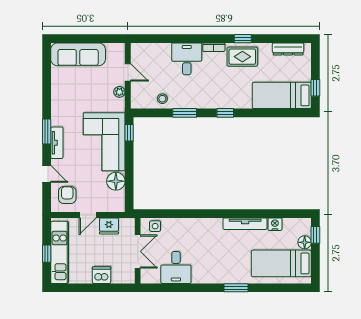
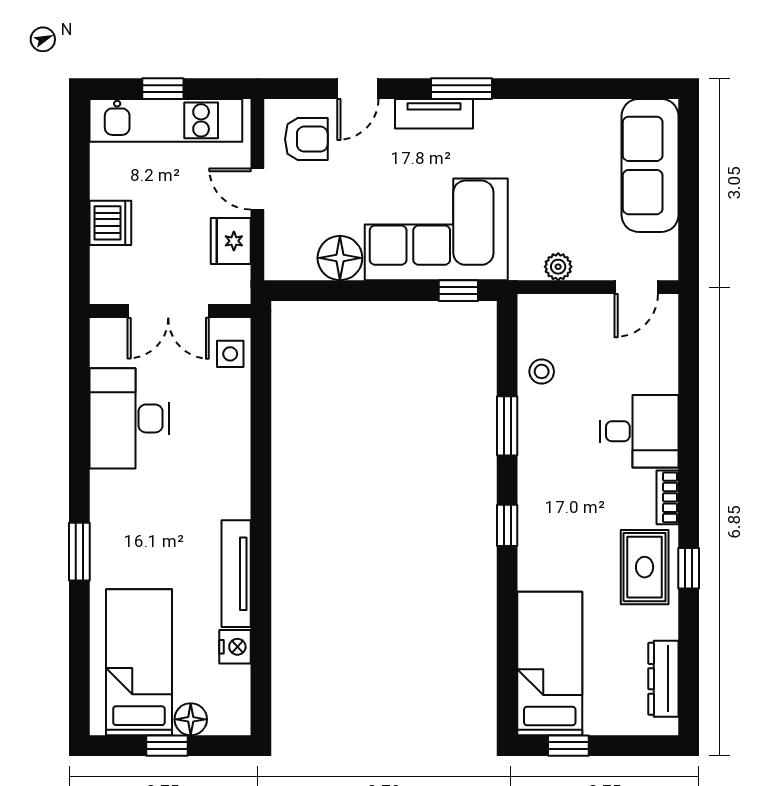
door: (128, 72) -> (636, 287), moved
window: (315, 235) -> (167, 746), moved
desk: (176, 267) -> (129, 418), width x1.37

